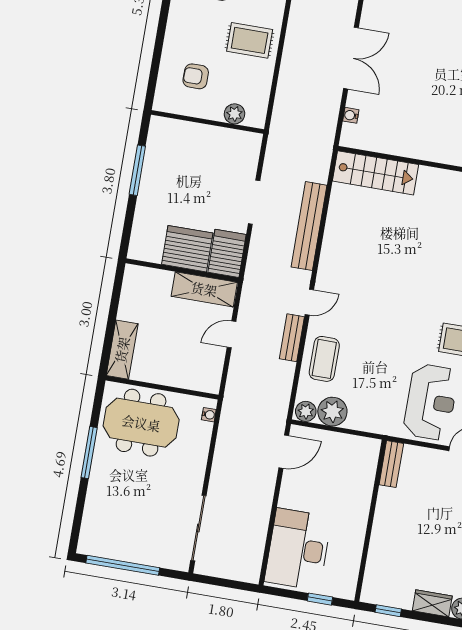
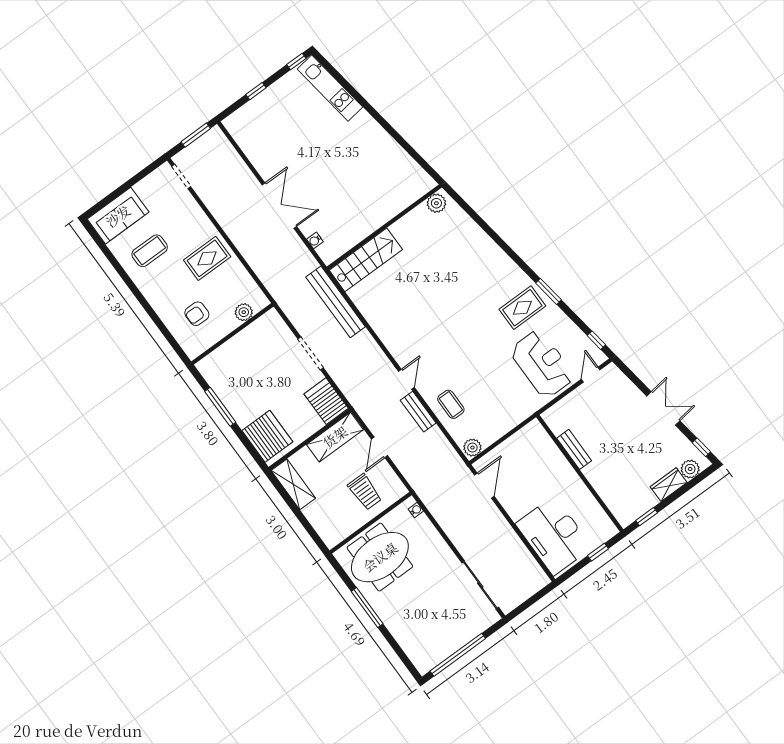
bench: (309, 226) -> (336, 302), moved
server rack: (187, 249) -> (267, 436), moved, turned 90
shelving: (122, 350) -> (293, 484), moved
trolley: (183, 358) -> (365, 492), added
coffee table: (324, 359) -> (451, 404), width x0.73, depth x0.77
plant: (332, 412) -> (489, 431), removed
bench: (391, 464) -> (574, 449), moved

